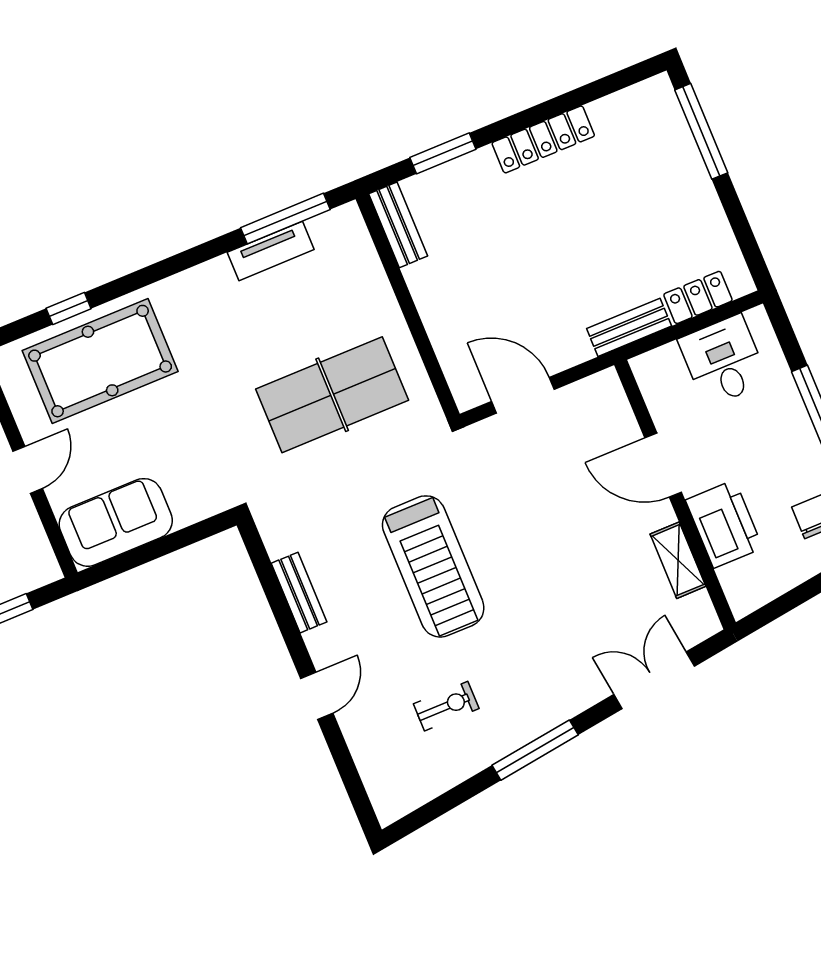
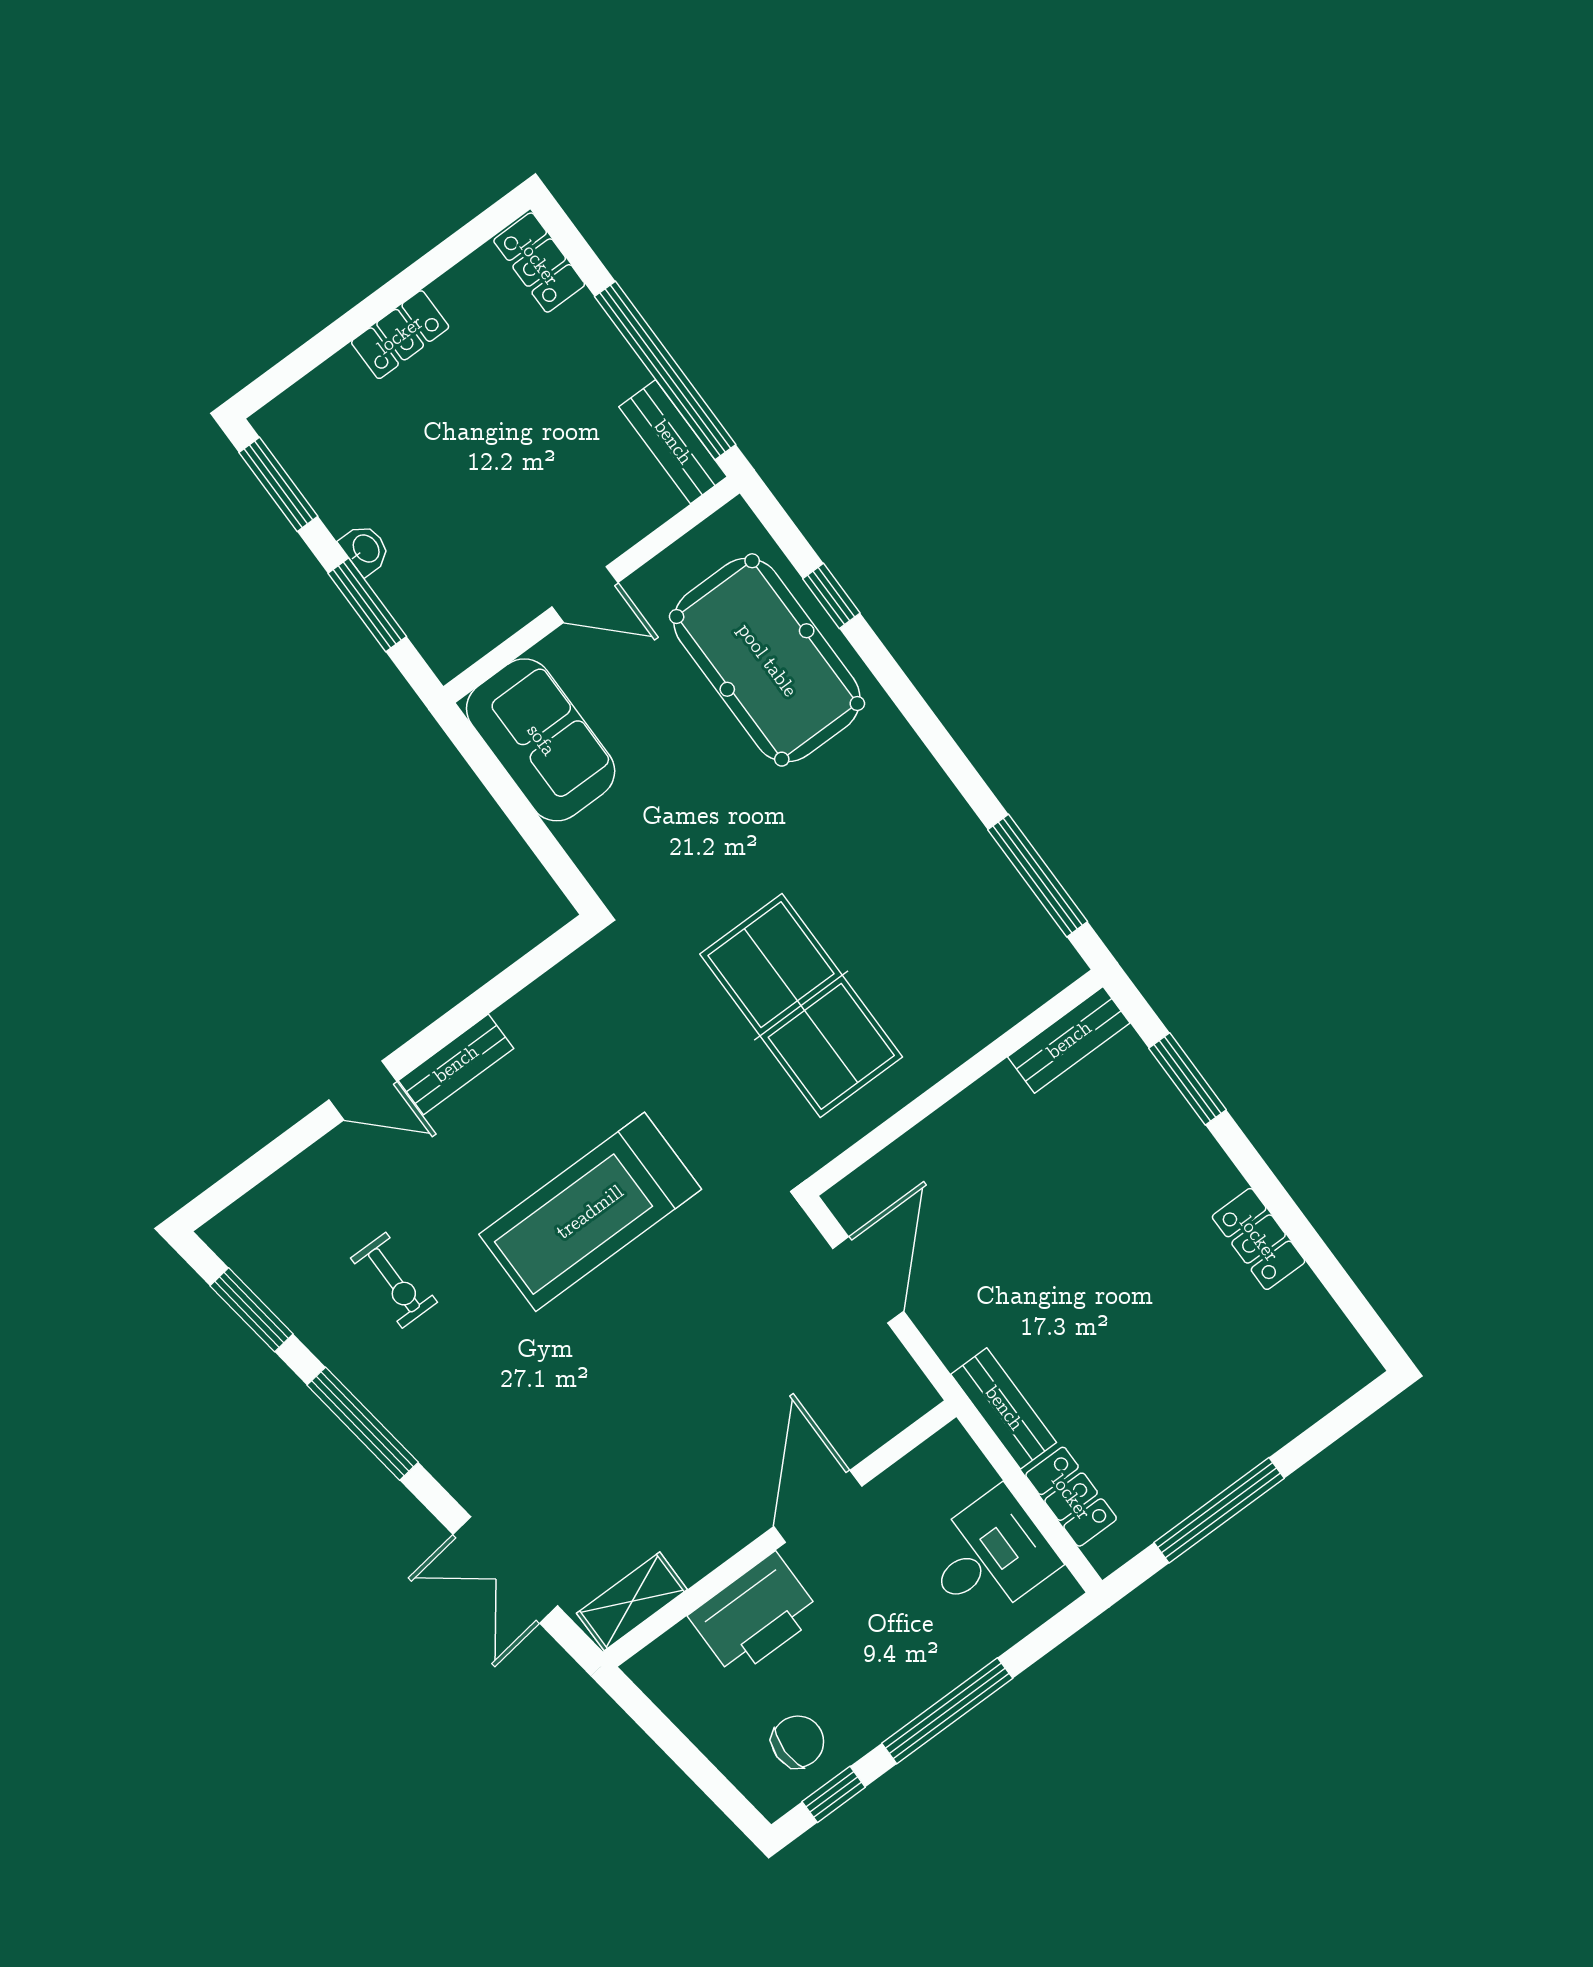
window: (701, 131) -> (1219, 1510), moved
locker: (543, 139) -> (1259, 1239), width x0.66
tv unit: (271, 251) -> (986, 866), removed
shelving: (678, 560) -> (632, 1601), moved
bench: (299, 593) -> (456, 1064), moved
double door: (654, 680) -> (505, 1570), swing flipped
window: (442, 804) -> (252, 1310), added

